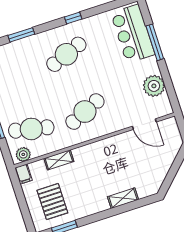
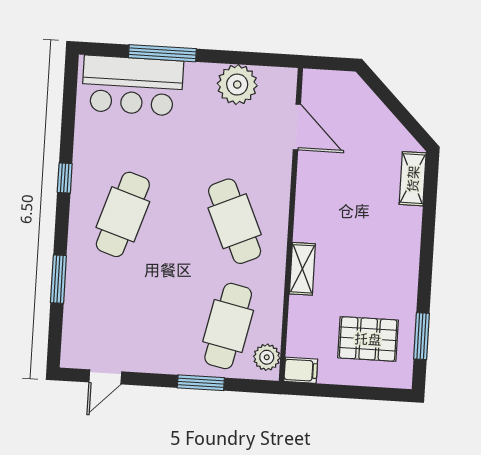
cafe table: (66, 54) -> (123, 214), turned 39
door: (144, 124) -> (297, 127), hinge flipped
shelving: (59, 160) -> (302, 269), moved
shelving: (123, 198) -> (413, 179), moved

